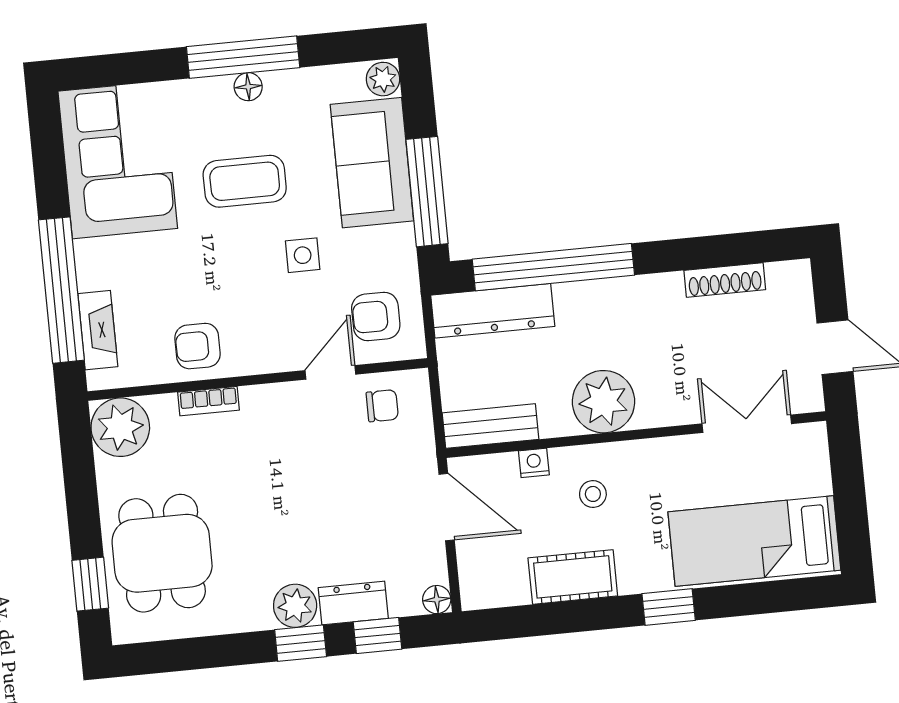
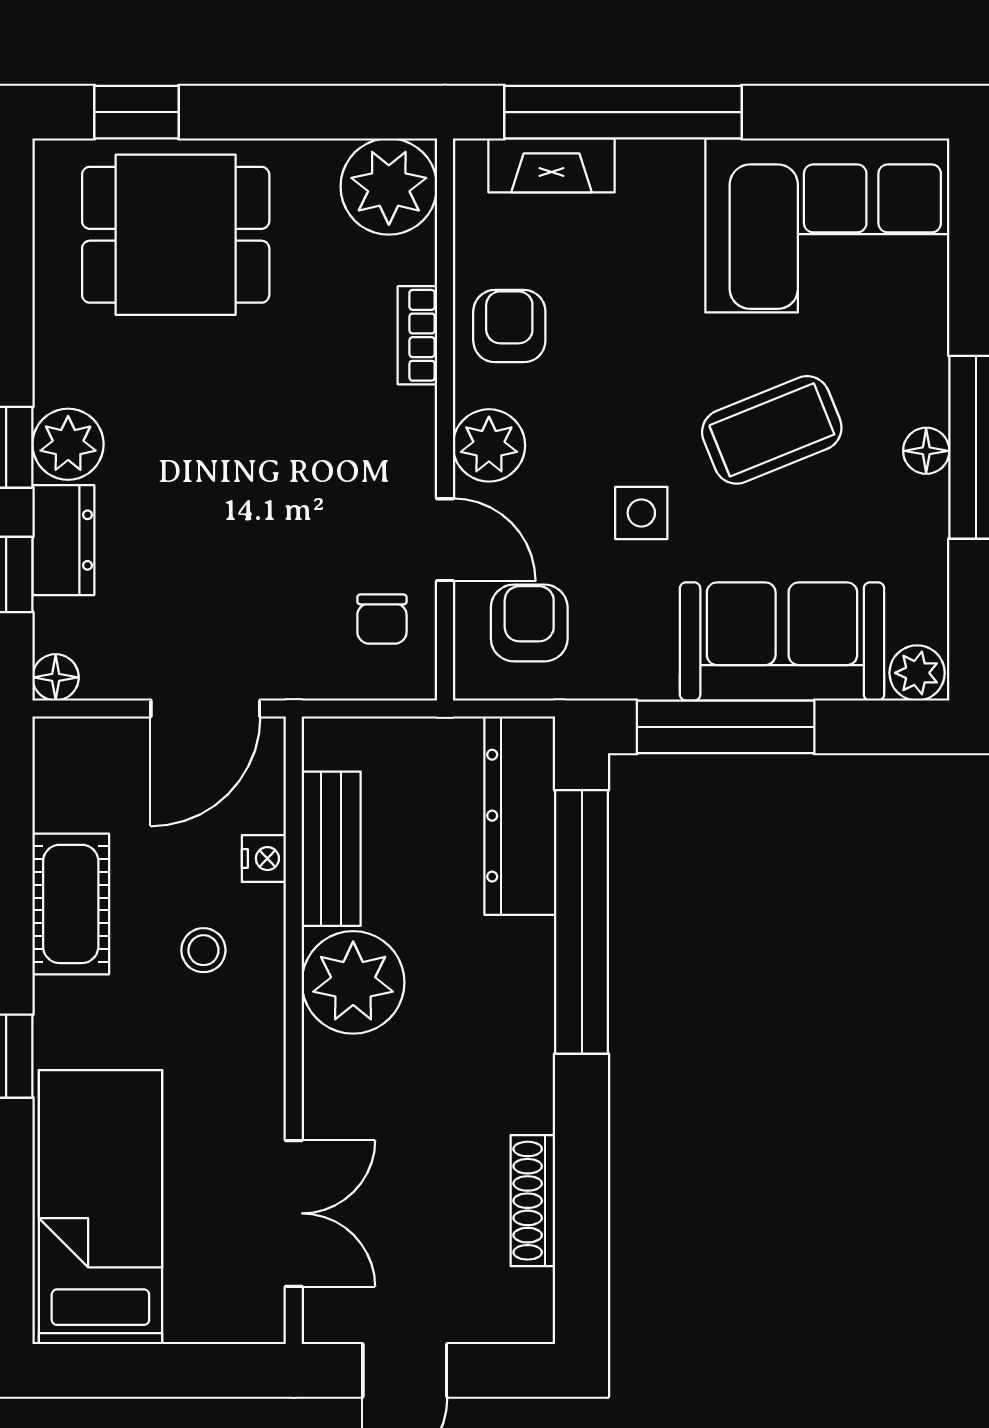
coffee table: (245, 181) -> (772, 430), turned 68
plant: (271, 351) -> (489, 445), added
bench: (491, 426) -> (331, 849), moved

